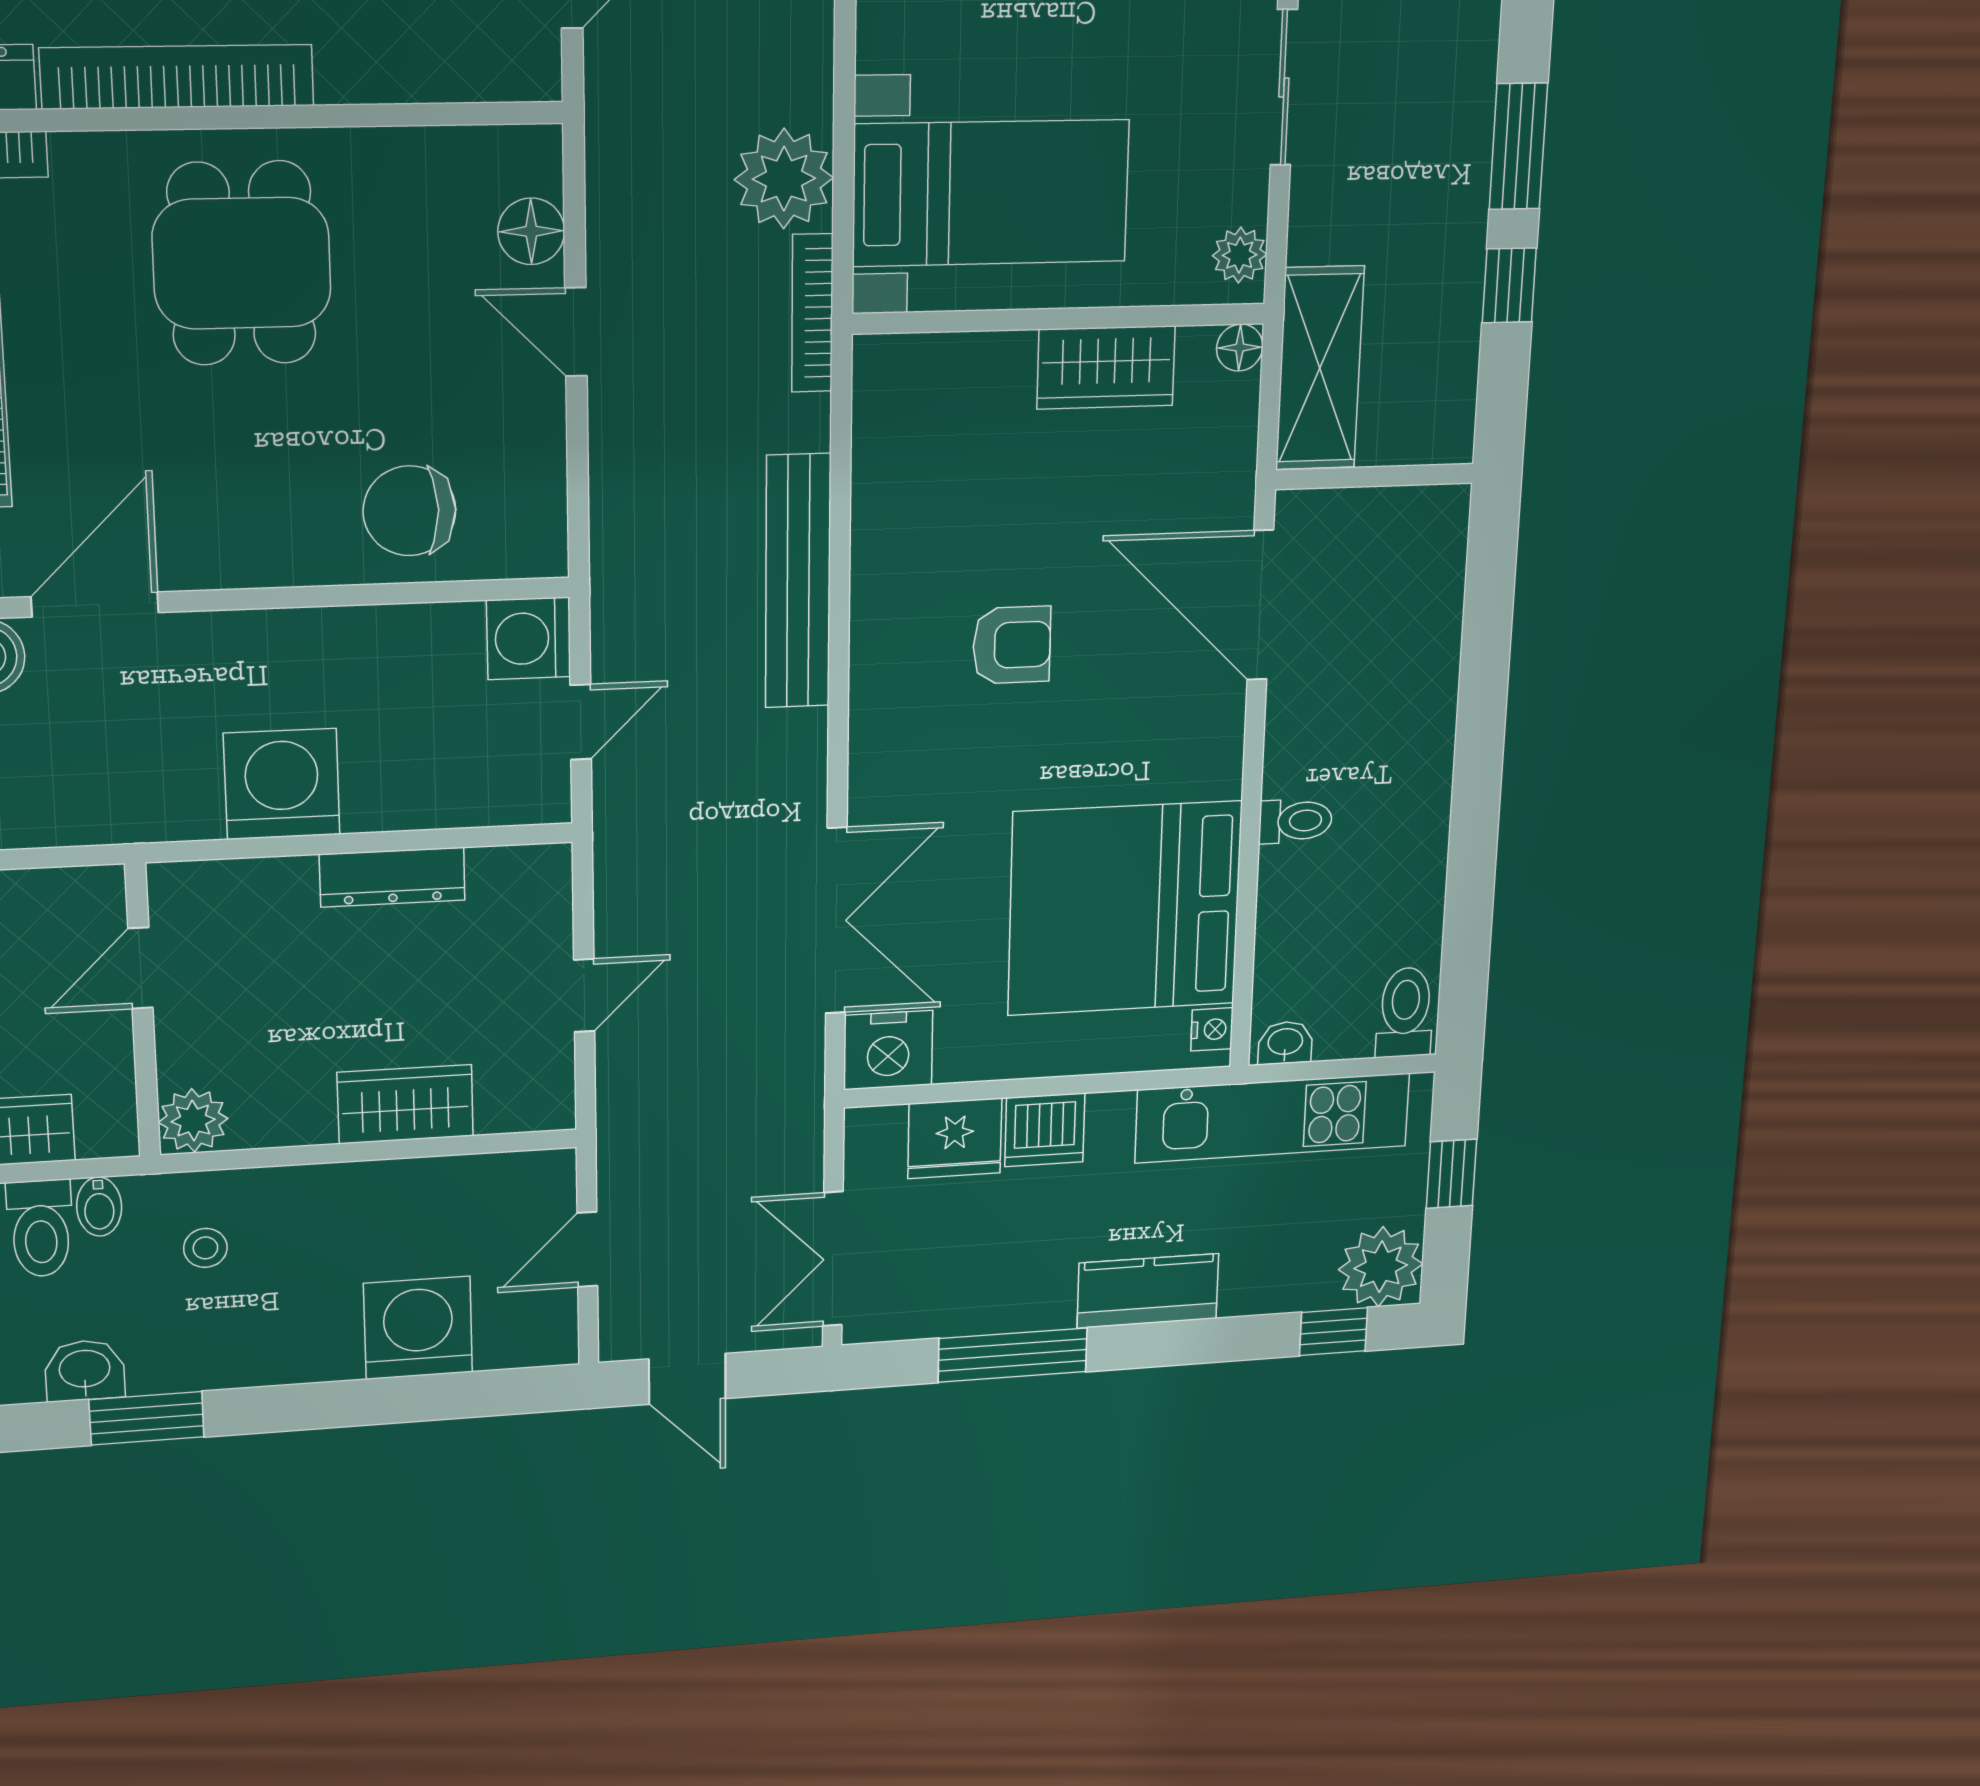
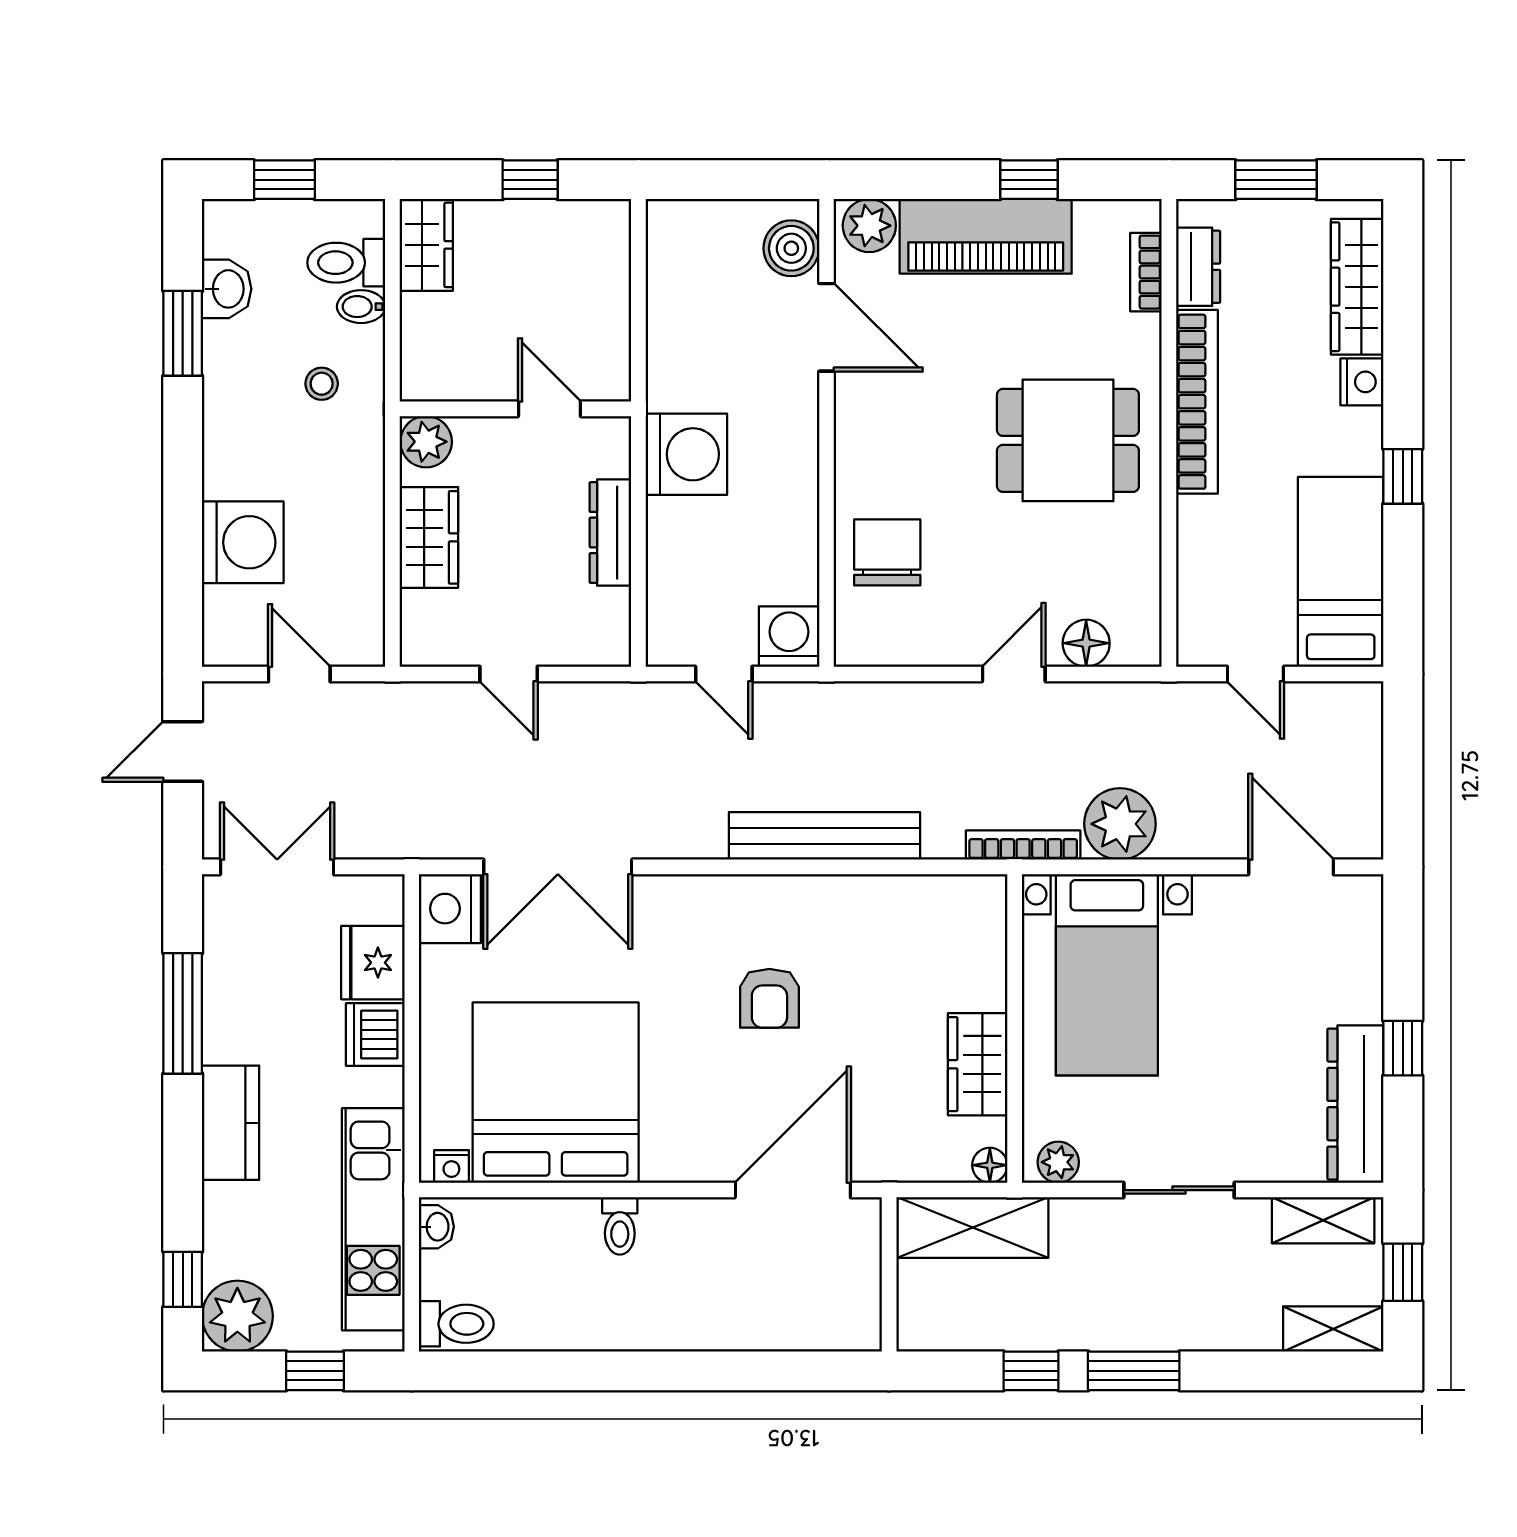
door: (140, 968) -> (549, 409), moved
wall: (143, 1011) -> (515, 409), moved
plant: (193, 1120) -> (426, 442), moved

